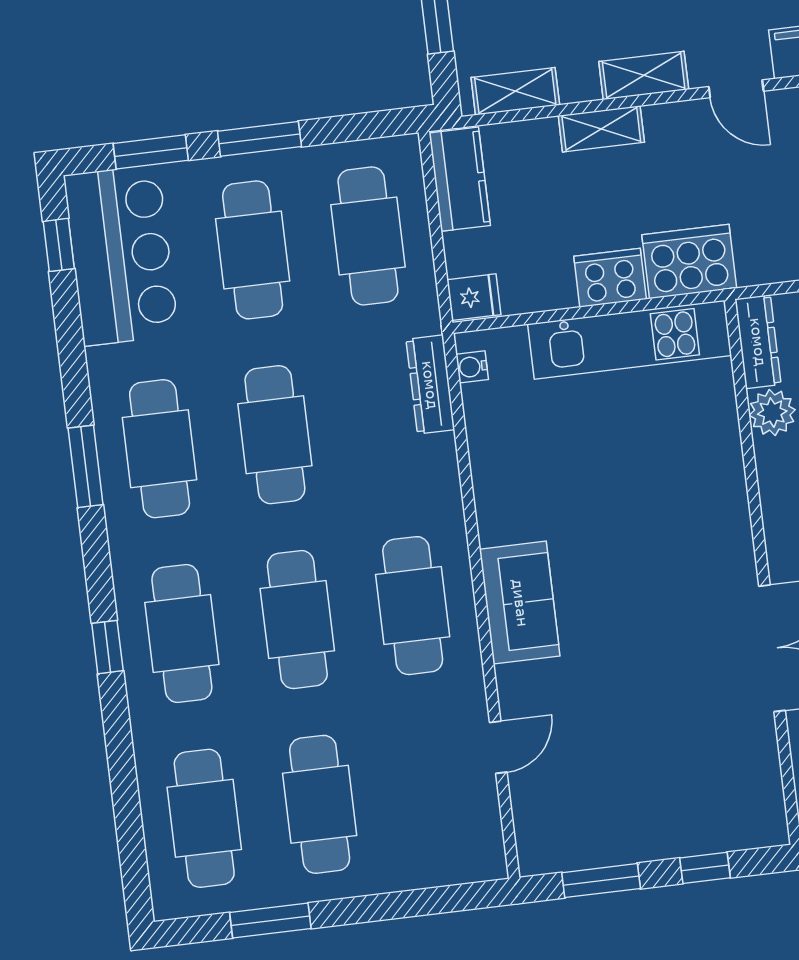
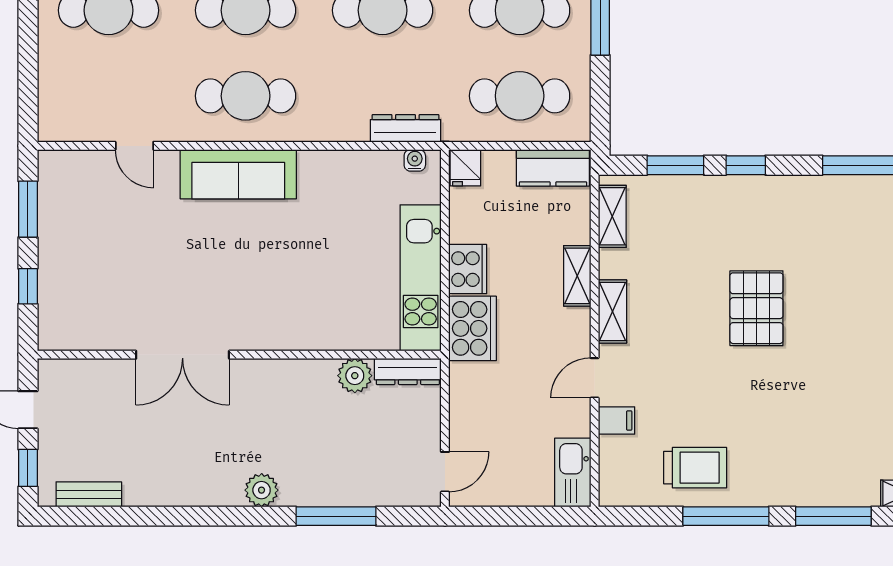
sofa: (520, 603) -> (238, 174), width x1.36

